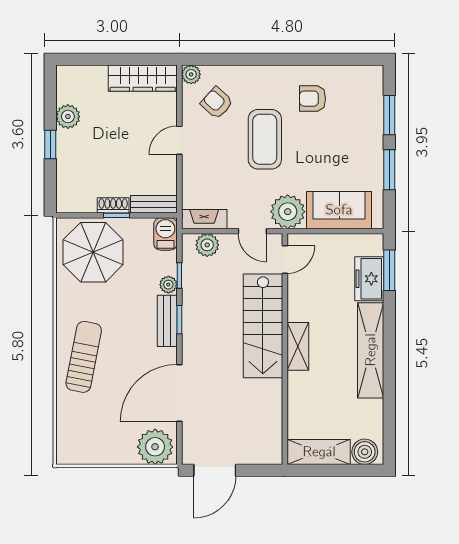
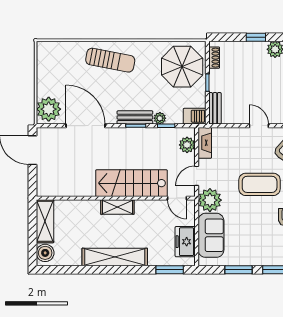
shoe rack: (113, 205) -> (214, 58), moved
freezer: (369, 279) -> (185, 242), moved, turned -90

